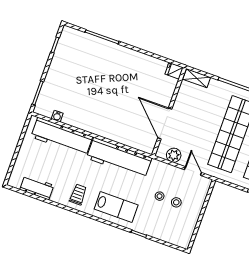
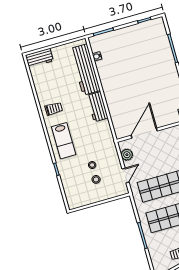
workbench: (119, 158) -> (97, 107), width x0.53, depth x0.76
workbench: (37, 187) -> (39, 58), moved, turned 90

